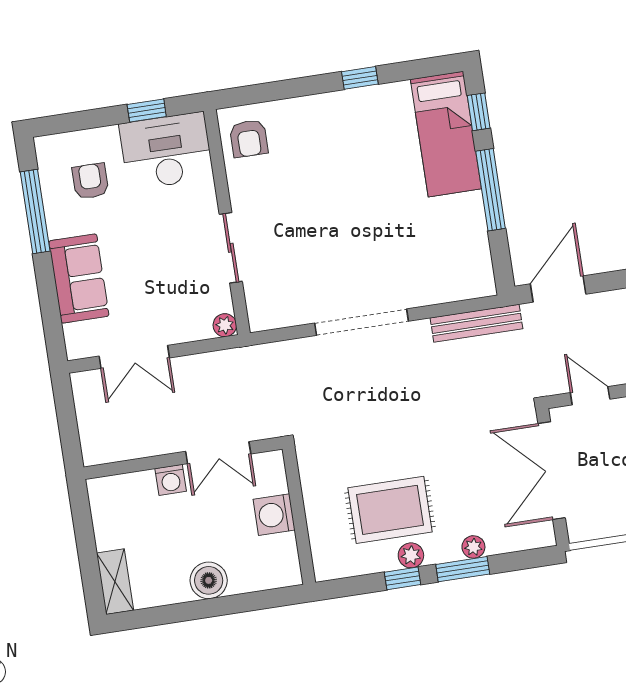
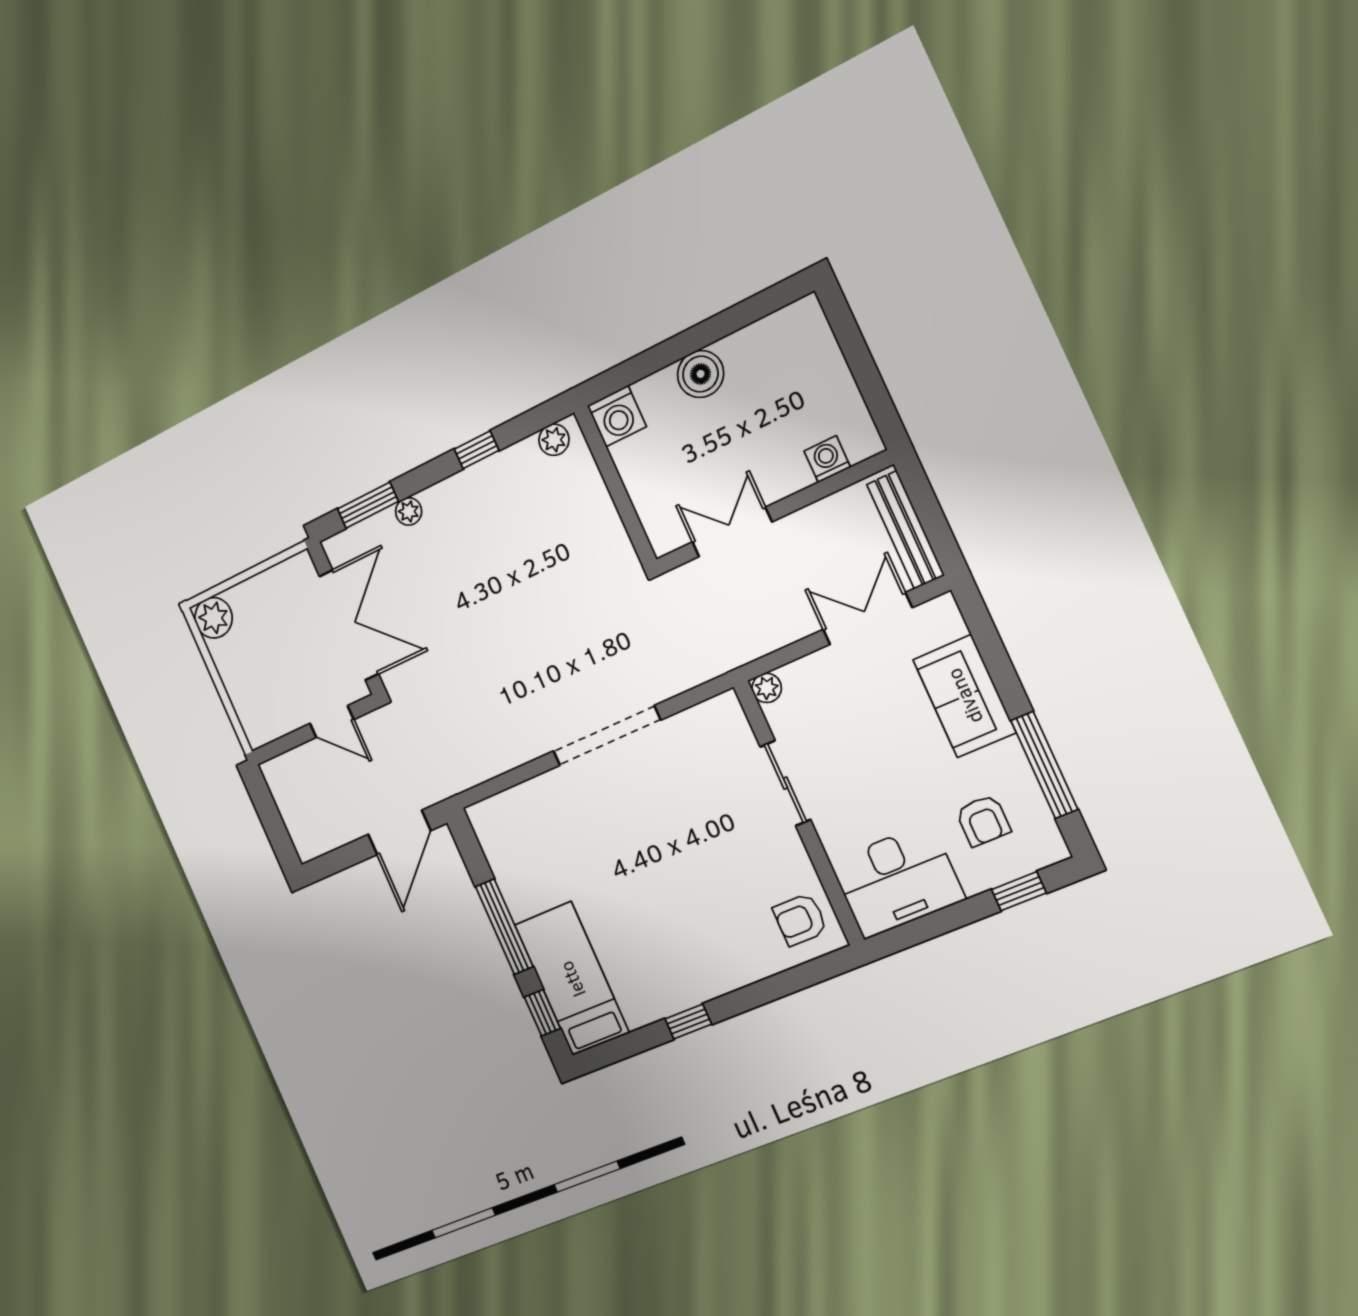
window: (147, 111) -> (1019, 891), moved
armchair: (249, 138) -> (800, 919), turned -90
bench: (476, 323) -> (906, 530), moved, turned 90
washing machine: (171, 480) -> (827, 459), moved
rug: (390, 510) -> (513, 525), removed
washing machine: (274, 515) -> (617, 416), moved, turned 90
plant: (411, 555) -> (554, 440), moved
window: (463, 569) -> (368, 505), moved
shelving: (115, 582) -> (815, 335), removed

